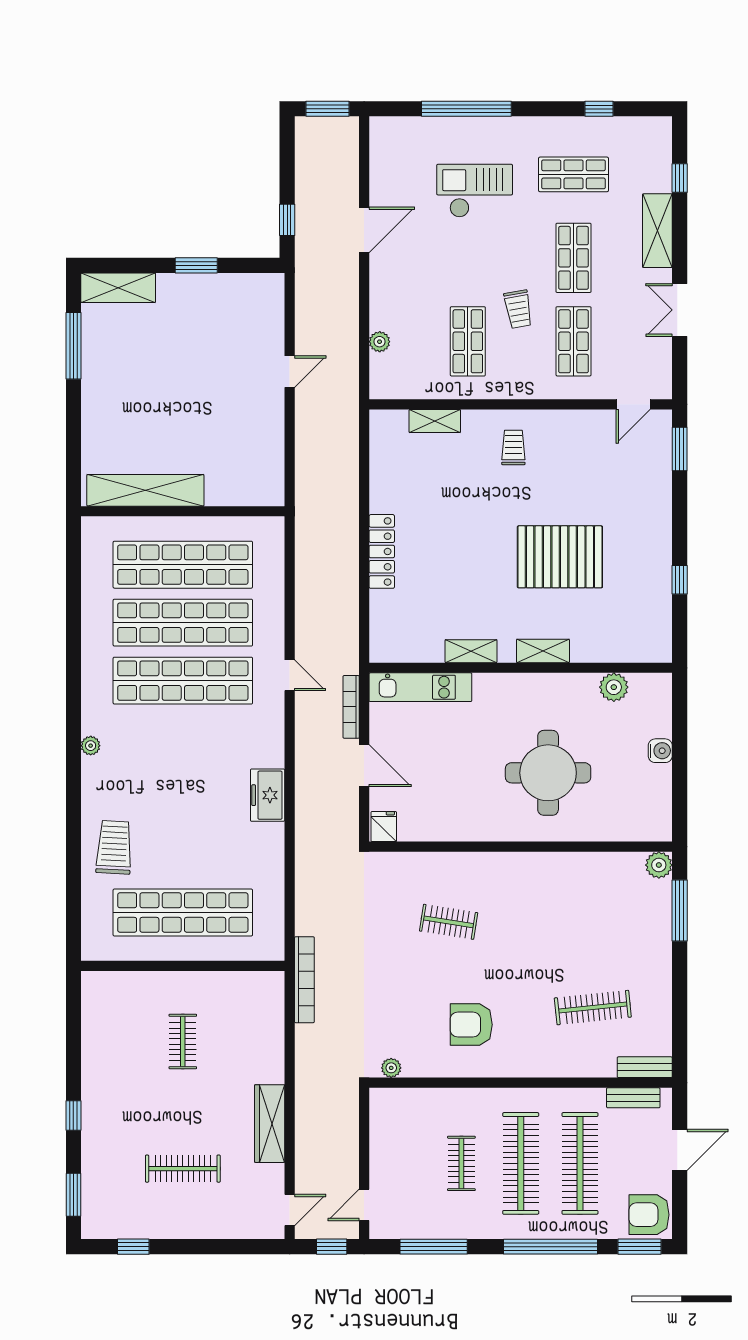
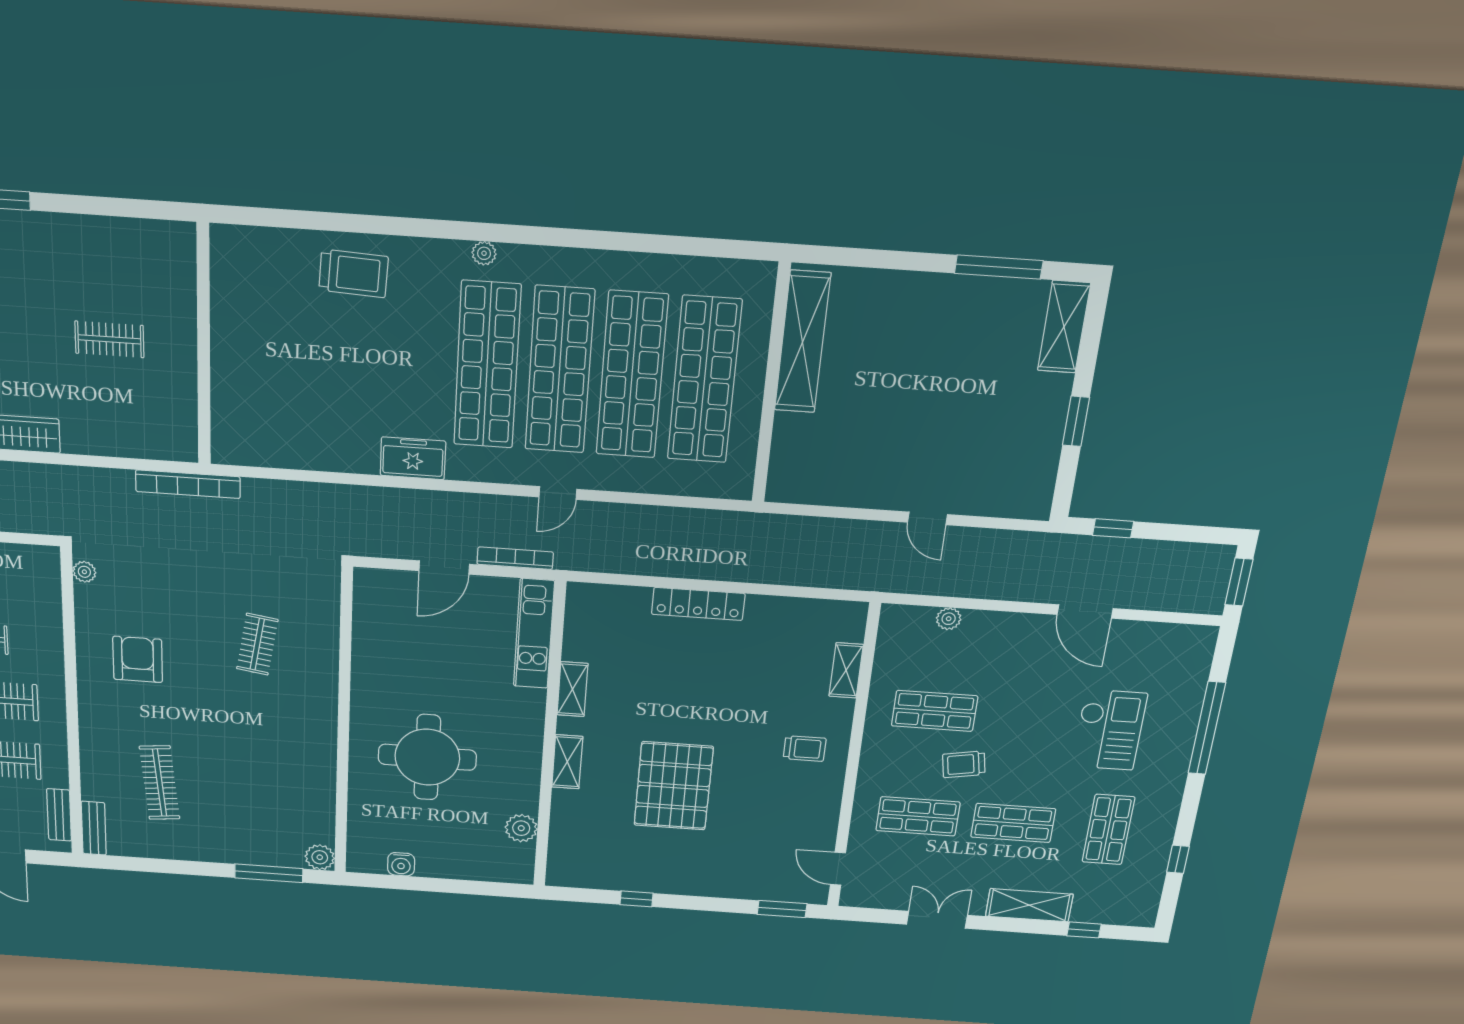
water cooler: (660, 751) -> (401, 864), moved
fridge: (384, 827) -> (371, 583), removed
shop shelf: (183, 913) -> (487, 365), moved

